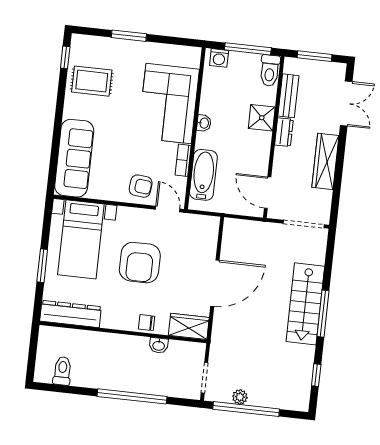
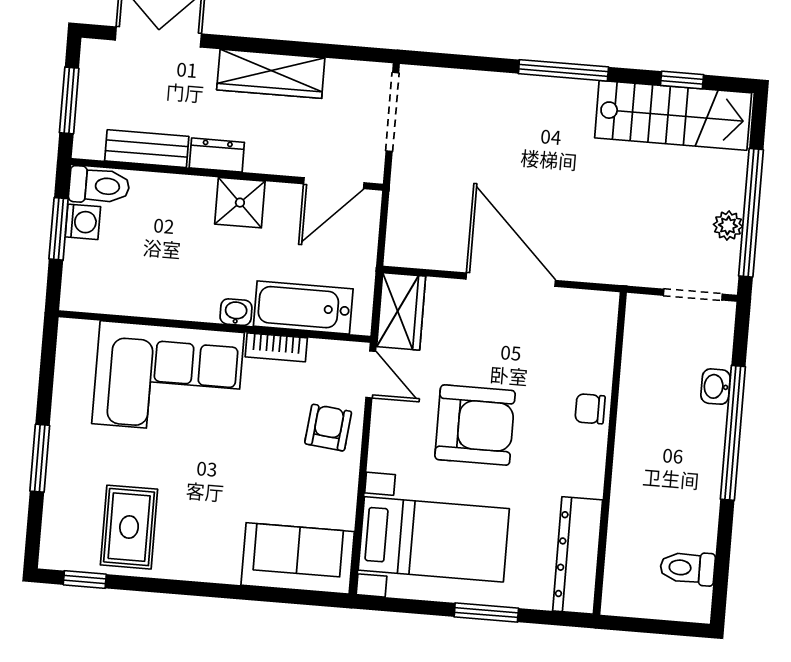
window: (248, 49) -> (59, 229), width x0.69
washing machine: (219, 58) -> (83, 222), moved
shower: (262, 118) -> (240, 203), moved
washbasin: (204, 123) -> (236, 312), moved
sofa: (74, 158) -> (298, 558), width x0.73
door: (168, 209) -> (371, 374), swing flipped
stairs: (305, 304) -> (673, 115), moved
chair: (147, 323) -> (590, 409), turned 90
wardrobe: (189, 326) -> (401, 311), moved, turned 180
washbasin: (159, 345) -> (716, 387), moved, turned 180

